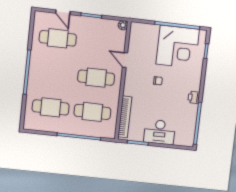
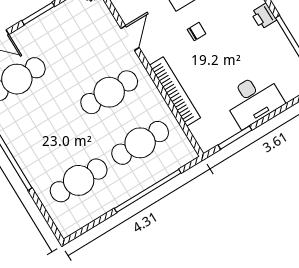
door: (125, 60) -> (130, 38), swing flipped
bookcase: (125, 117) -> (175, 91), moved

